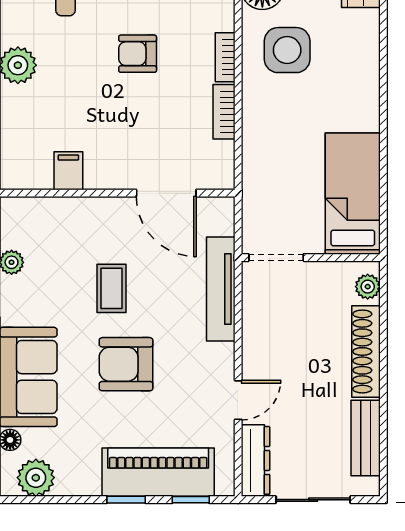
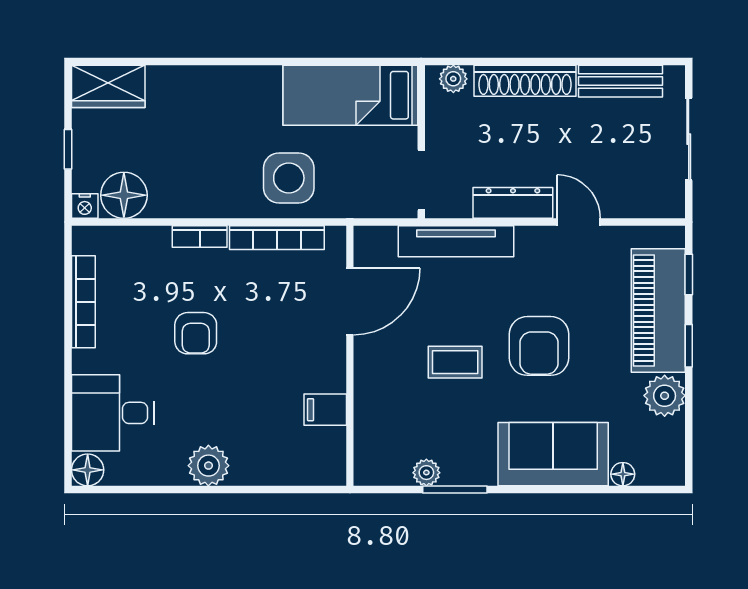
side table: (287, 50) -> (289, 178), moved
bookcase: (224, 112) -> (277, 238), width x1.56
dresser: (255, 460) -> (513, 203), moved
plant: (36, 478) -> (665, 396), moved

